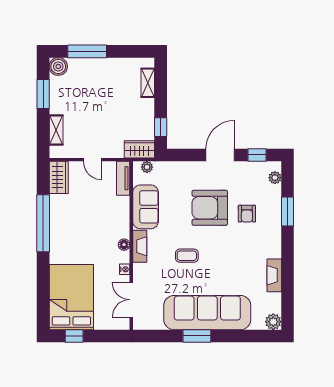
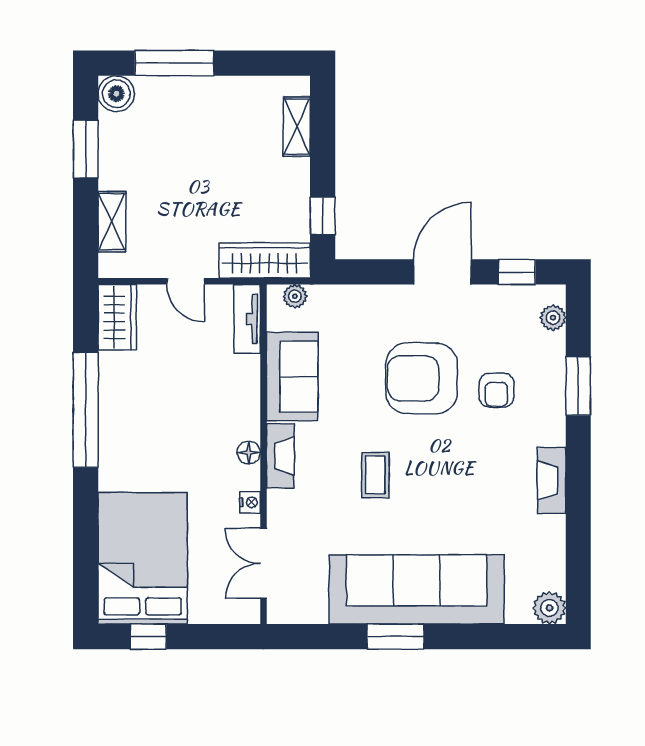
wardrobe: (139, 149) -> (264, 261), width x1.50
coffee table: (187, 256) -> (375, 475), turned 90
fireplace: (274, 275) -> (552, 480), moved

